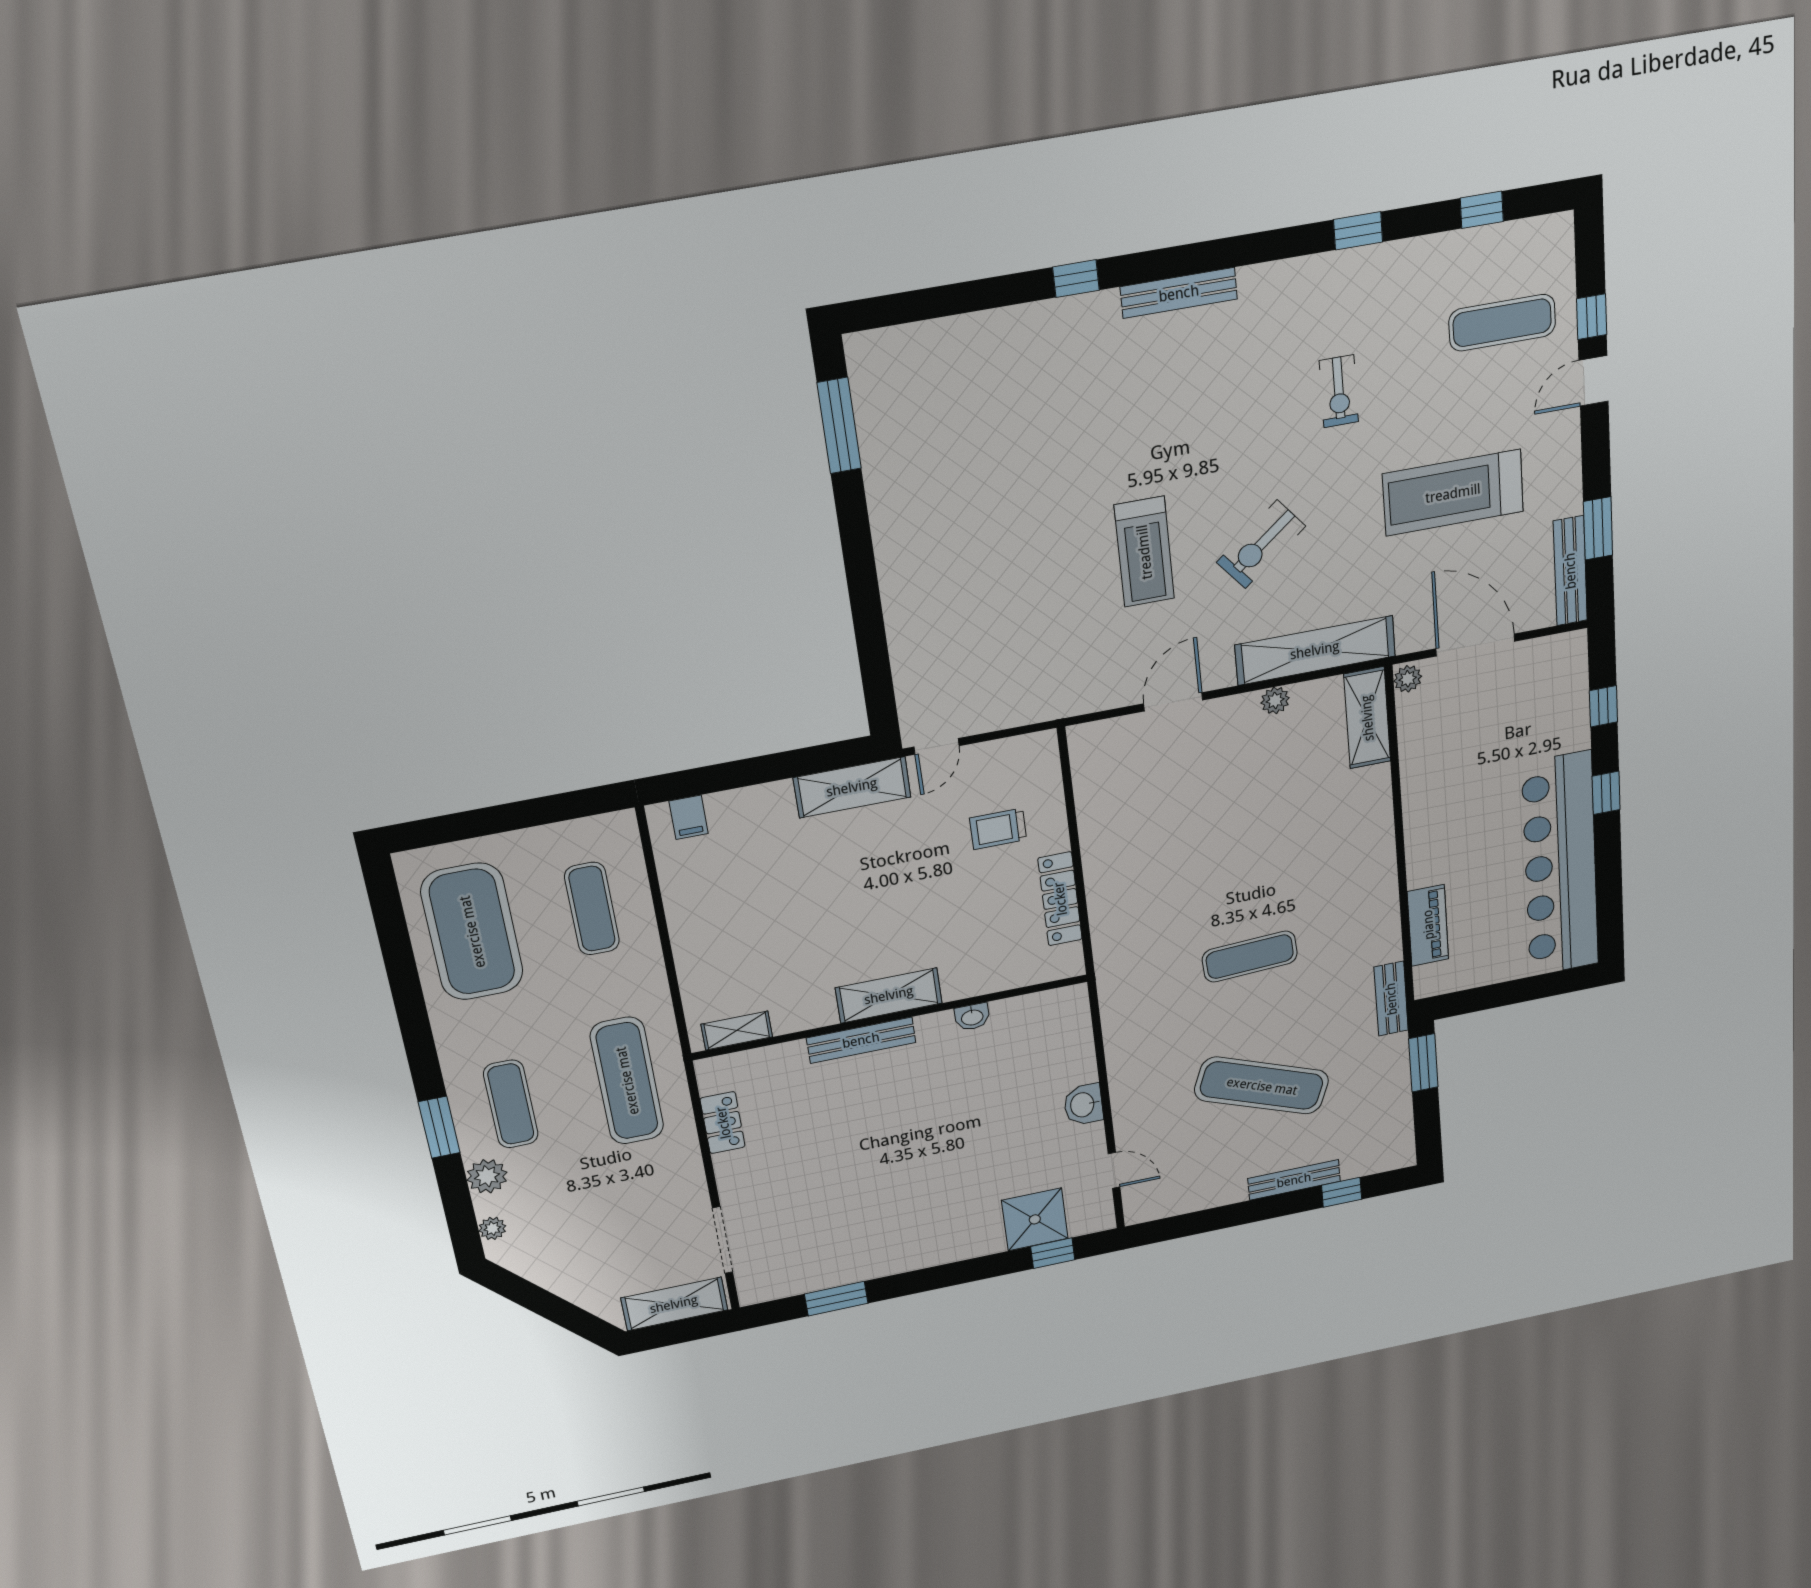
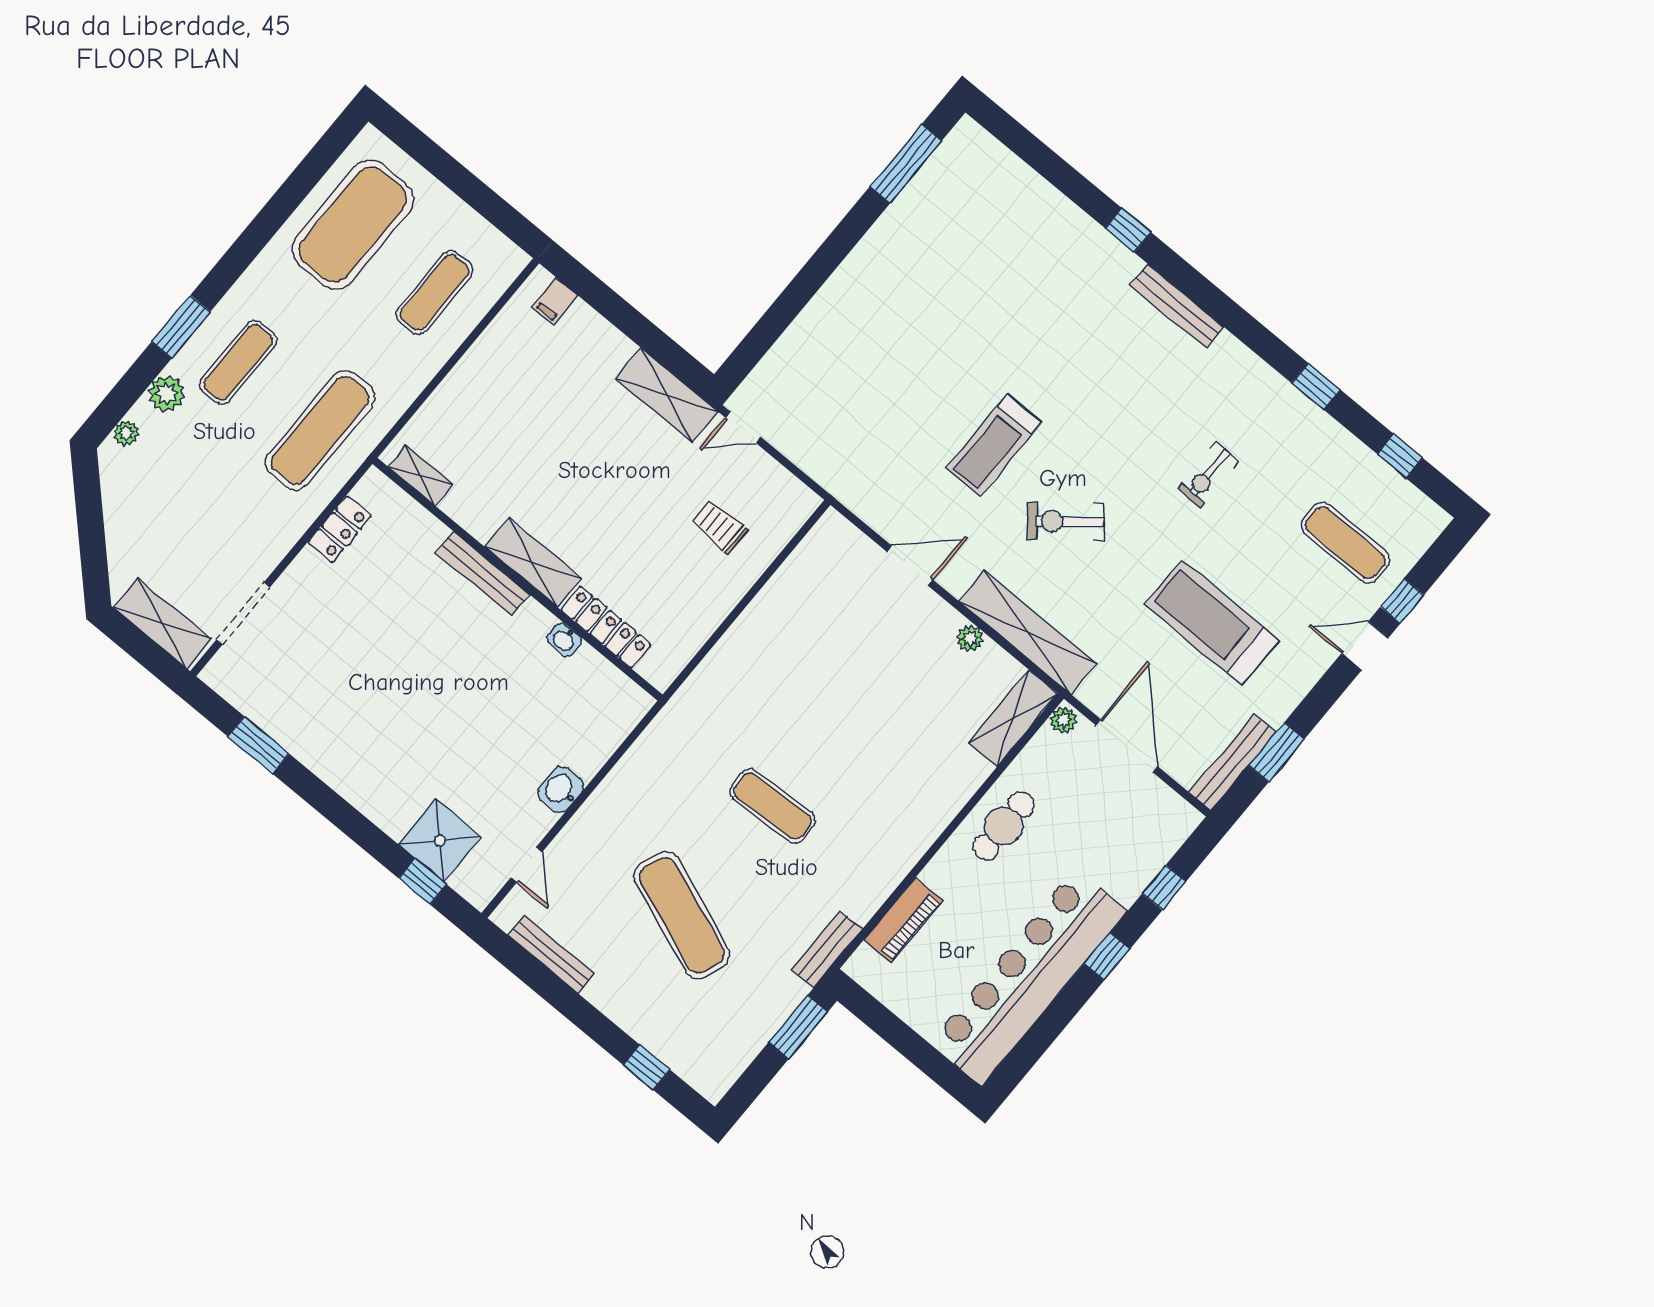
cafe table: (1437, 793) -> (1003, 826), added
locker: (1060, 899) -> (606, 627), moved, turned 90
bench: (1294, 1180) -> (551, 955), moved

